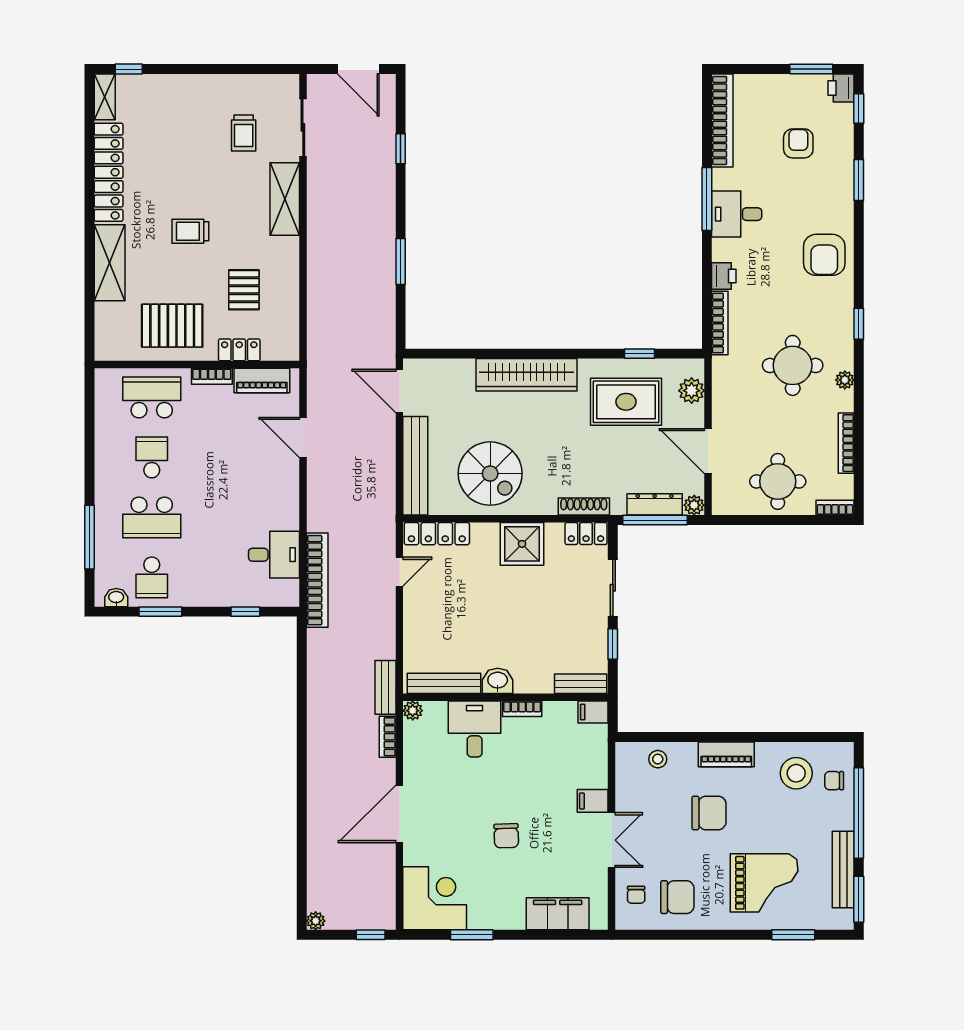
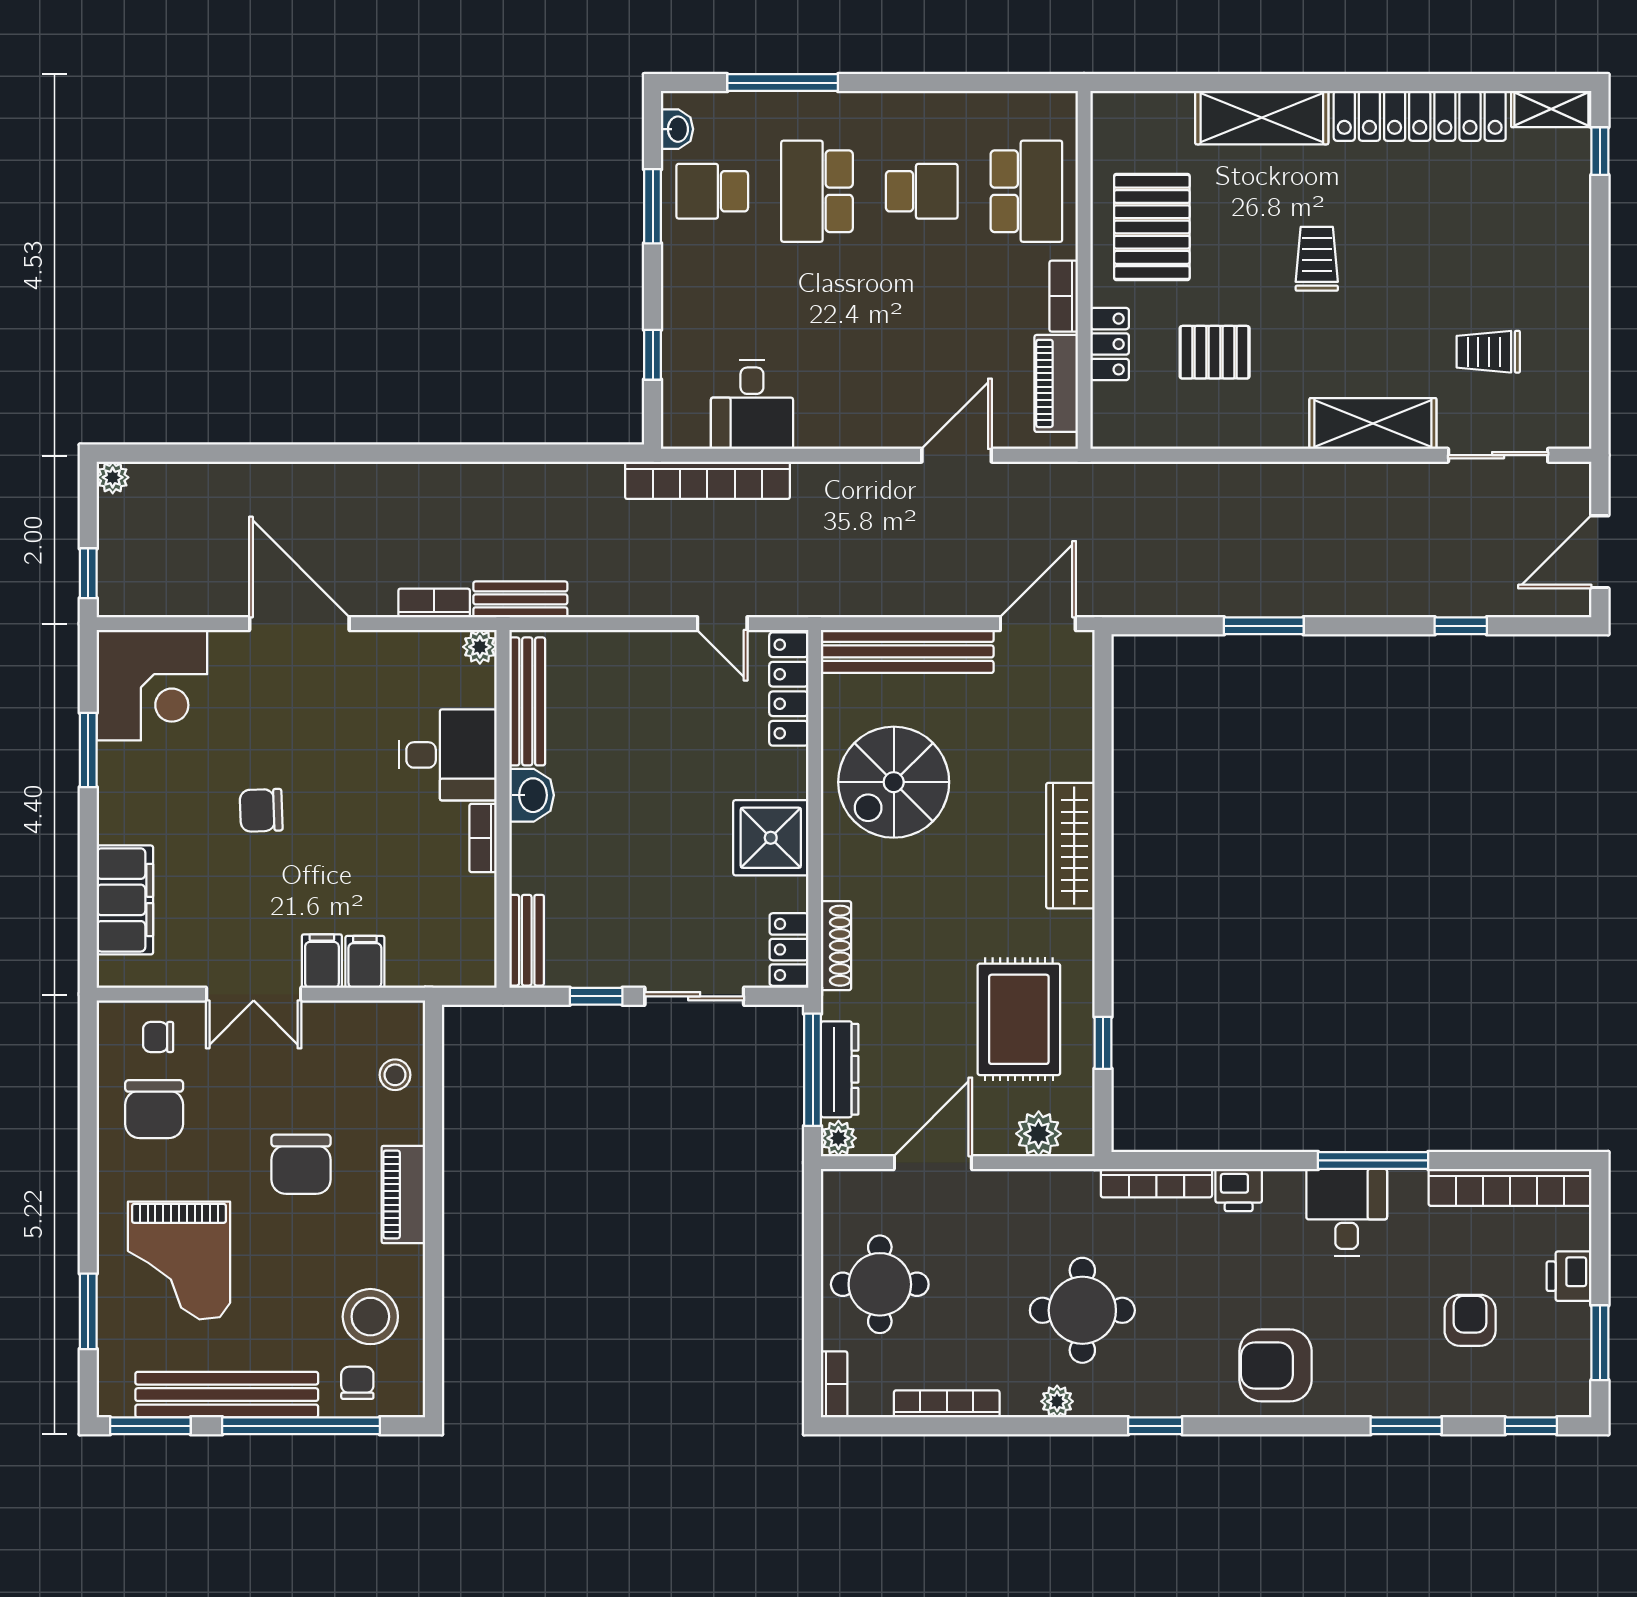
printer: (841, 88) -> (1569, 1276), moved, turned -90
armchair: (798, 143) -> (1470, 1320), turned -90
wardrobe: (527, 375) -> (1070, 846), width x0.71, depth x0.85
filing cabinet: (593, 712) -> (365, 962), moved
bench: (843, 870) -> (227, 1395), width x1.37, depth x1.21

